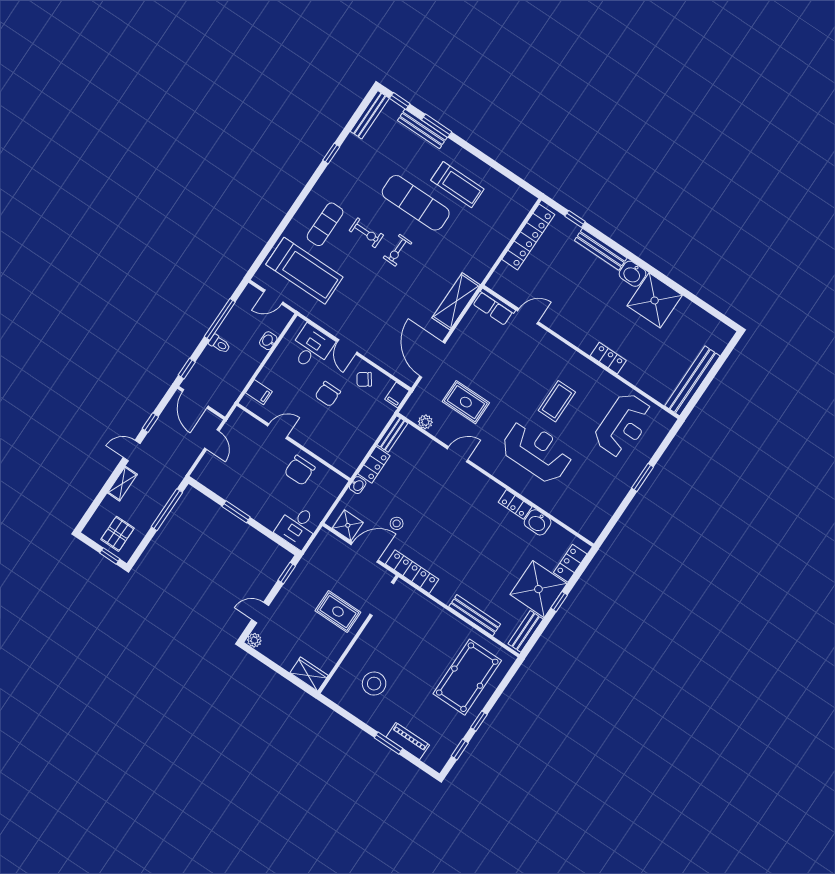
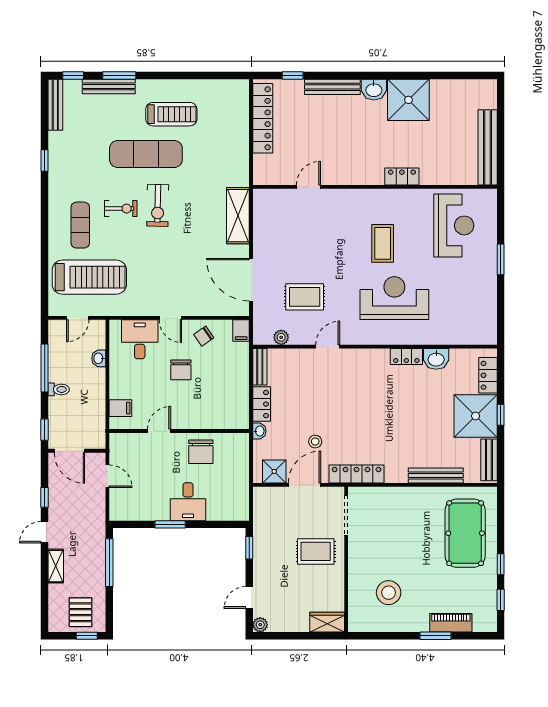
exercise bike: (398, 250) -> (158, 205), width x1.38, depth x1.39
row of seats: (494, 307) -> (274, 199), removed
desk: (297, 527) -> (188, 502), moved

